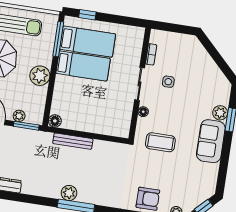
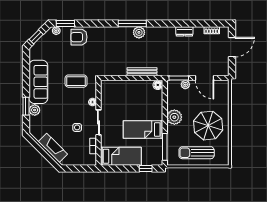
bed: (88, 42) -> (121, 156), moved, turned 180
fireplace: (204, 60) -> (53, 148), added
sofa: (211, 141) -> (38, 82), width x1.36

